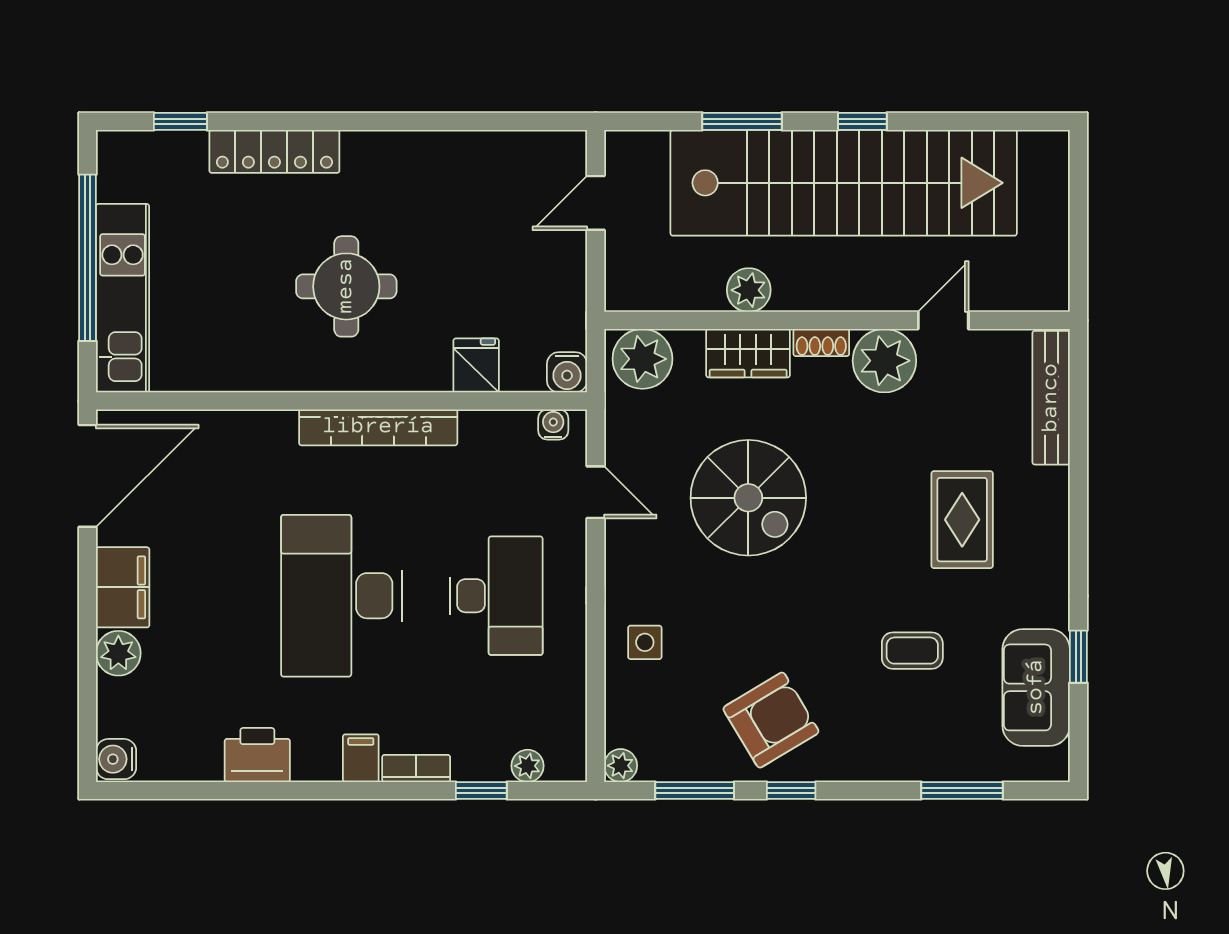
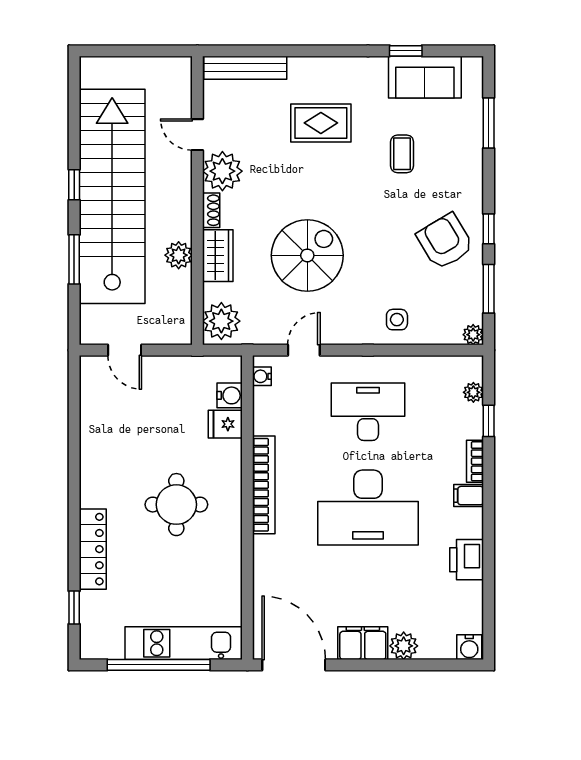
water cooler: (567, 372) -> (230, 395), moved

